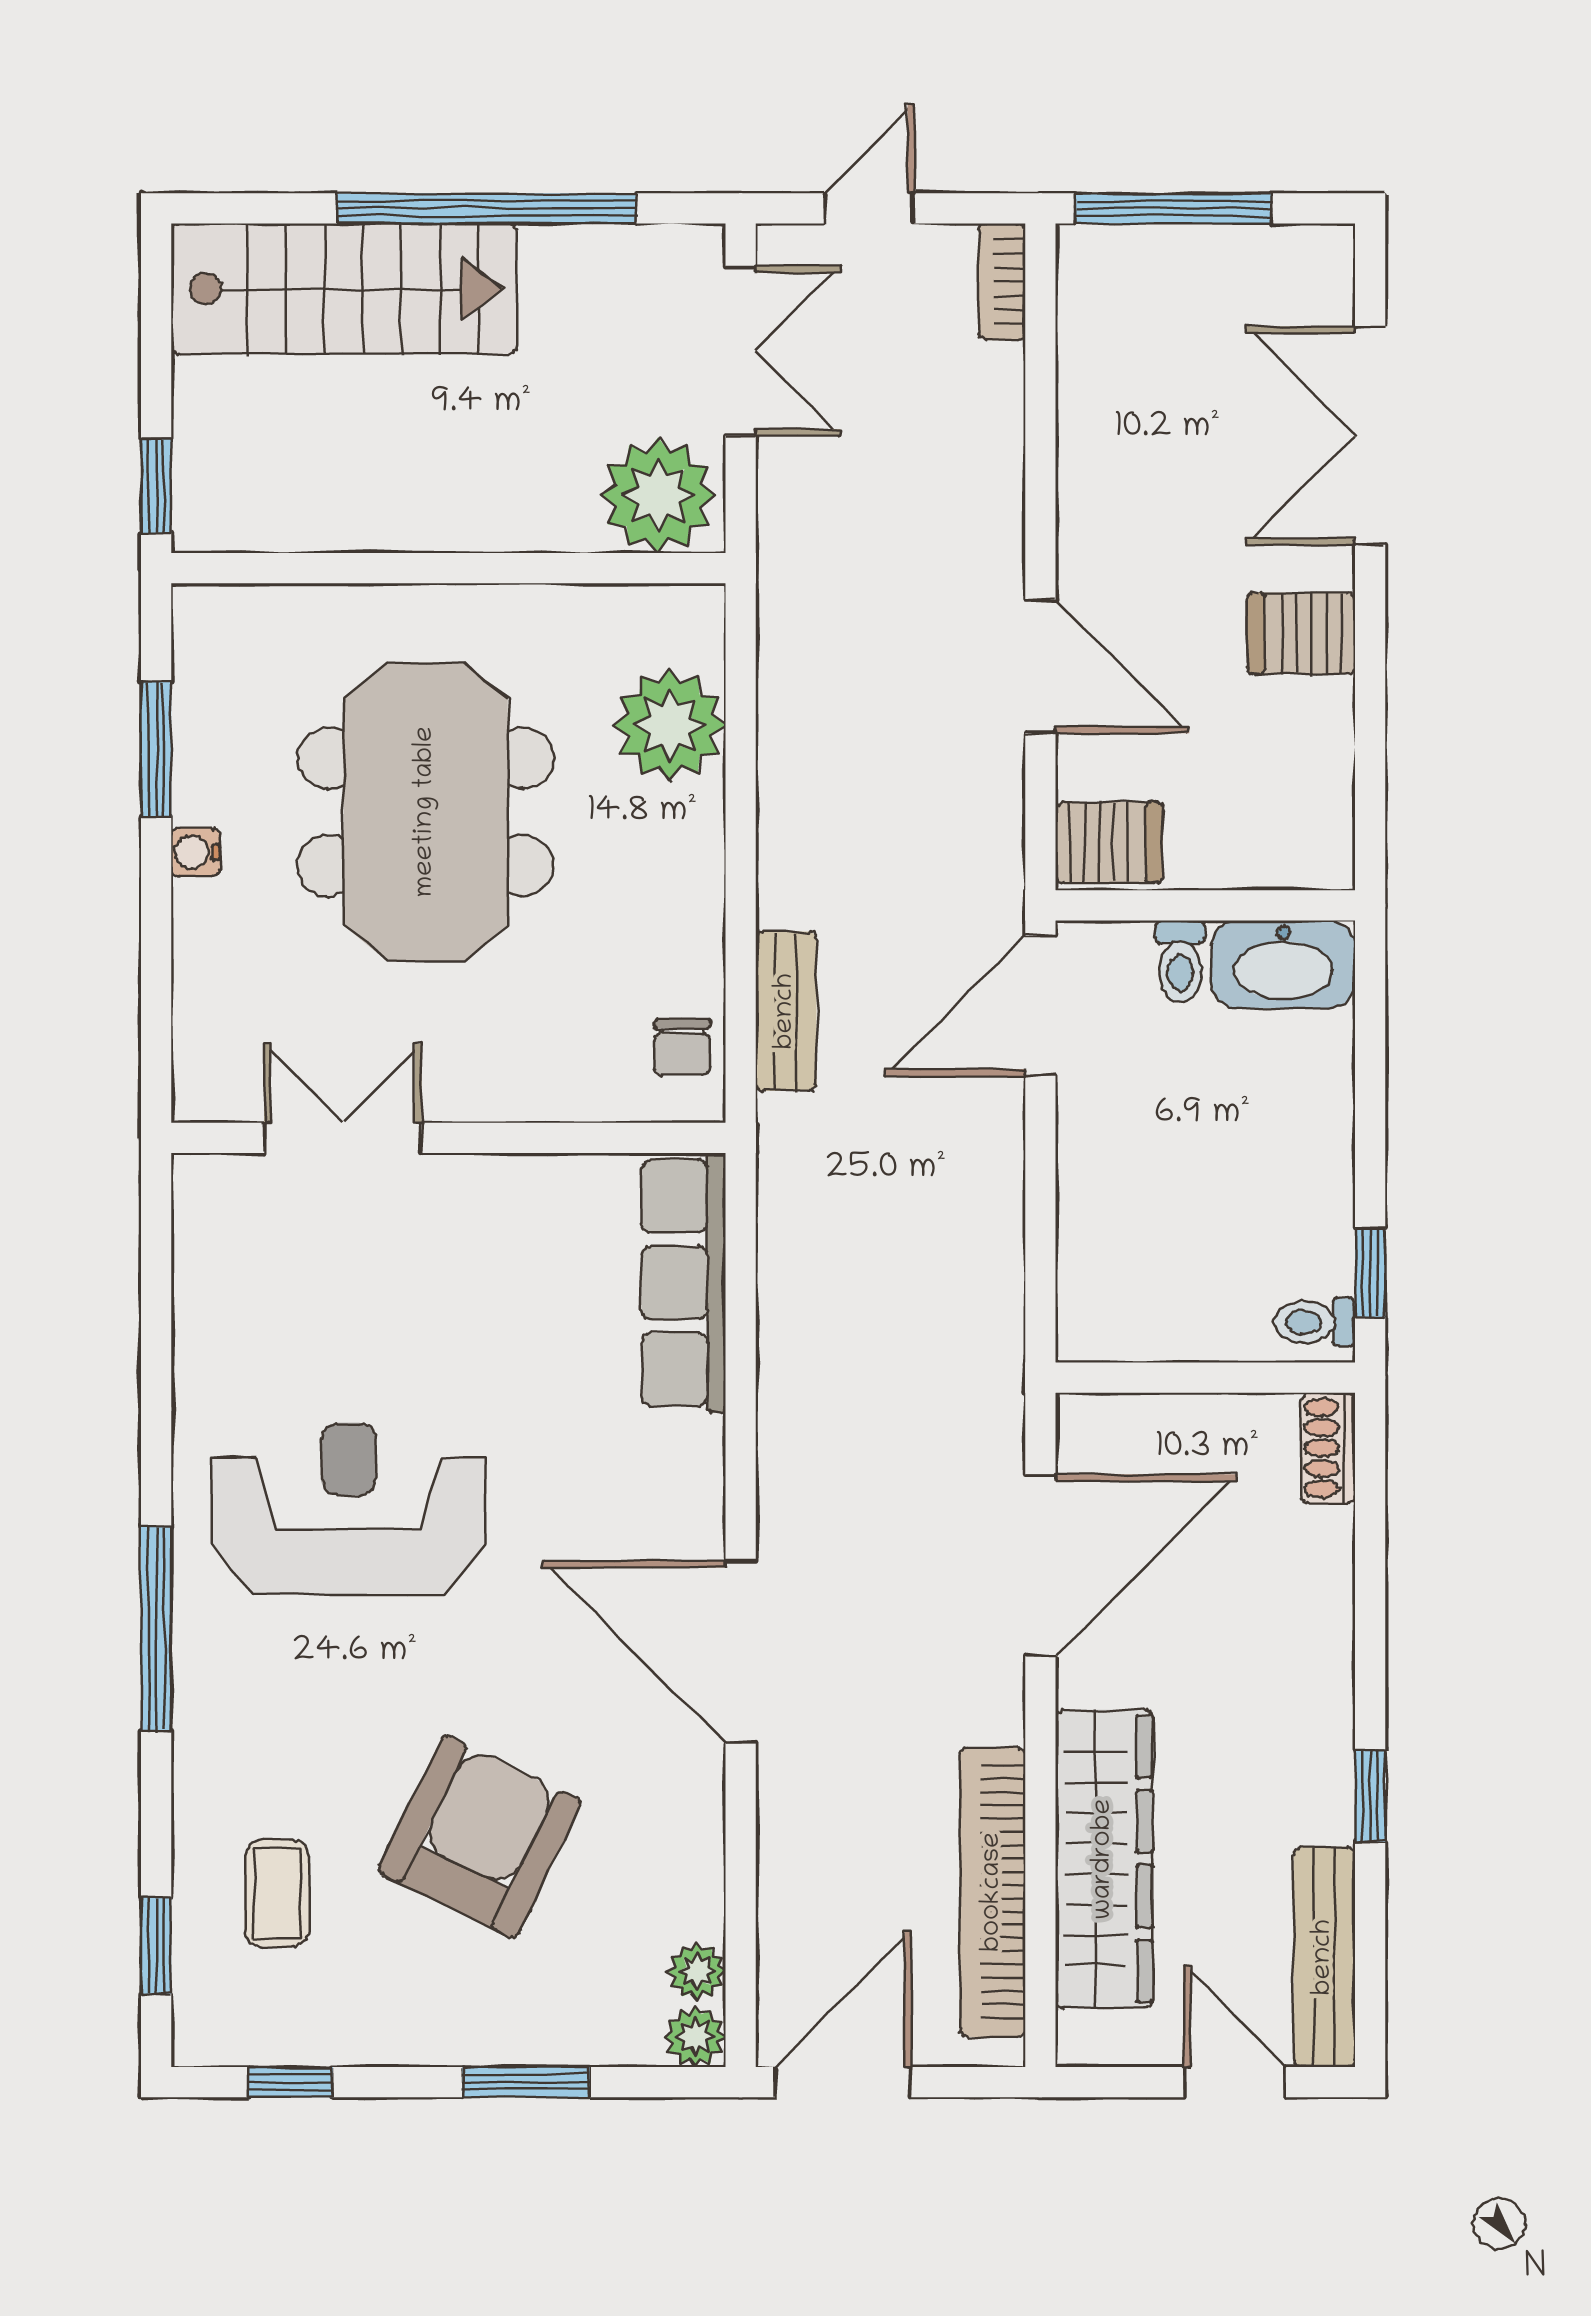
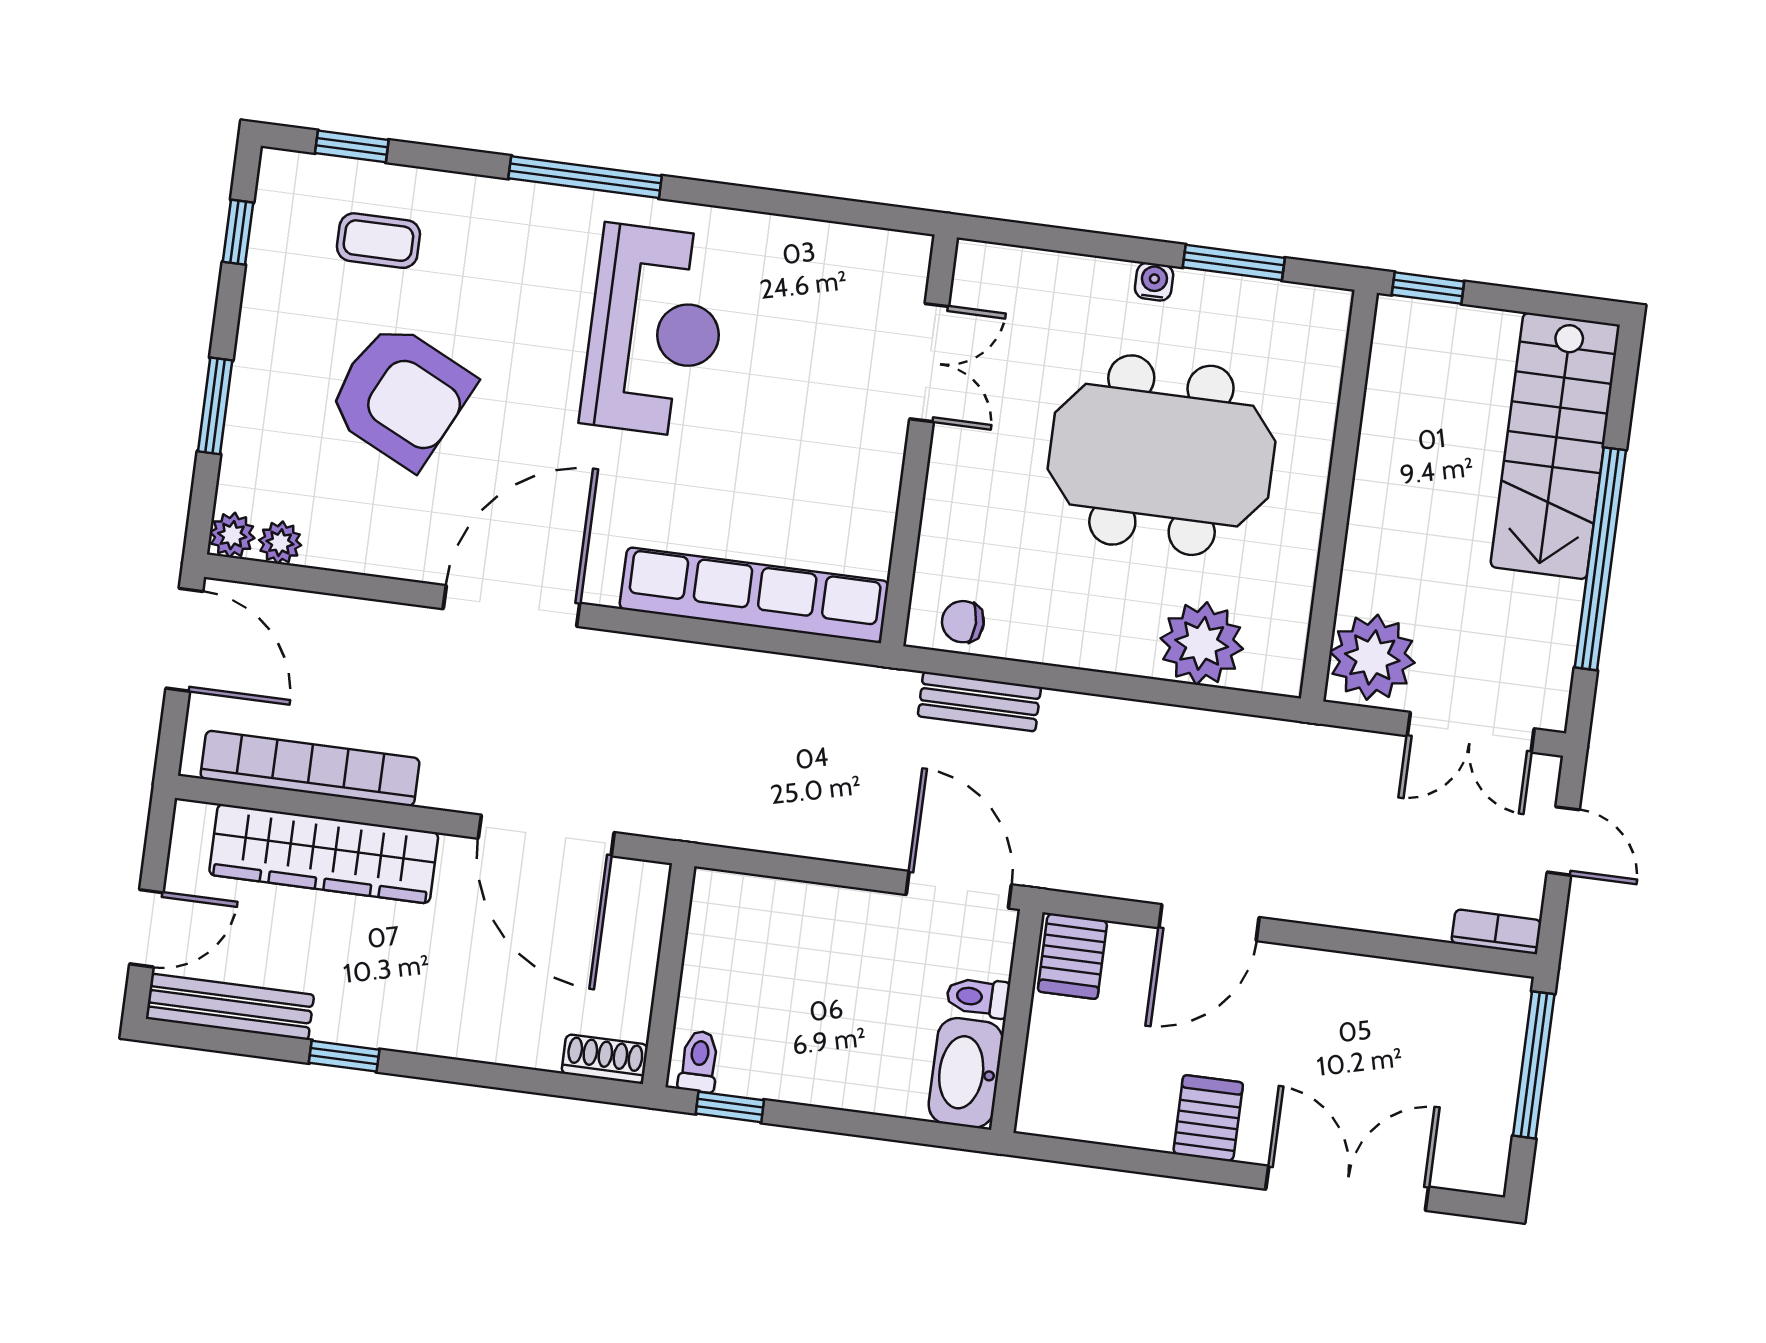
row of seats: (684, 1283) -> (754, 595), width x1.36

